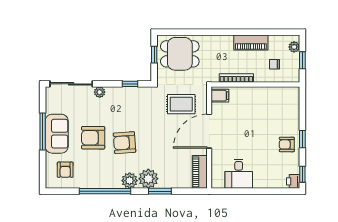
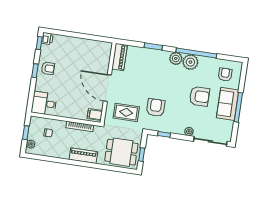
piano: (251, 42) -> (83, 156), moved
door: (209, 131) -> (107, 88), swing flipped
armchair: (125, 143) -> (156, 108), moved, turned -86
desk: (239, 174) -> (44, 103), moved, turned -90
plant: (148, 179) -> (190, 62), moved

